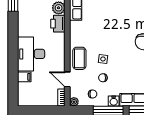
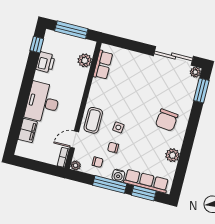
printer: (58, 24) -> (46, 62), moved, turned 180
filing cabinet: (24, 77) -> (28, 130), width x2.00
door: (67, 79) -> (74, 140), hinge flipped

